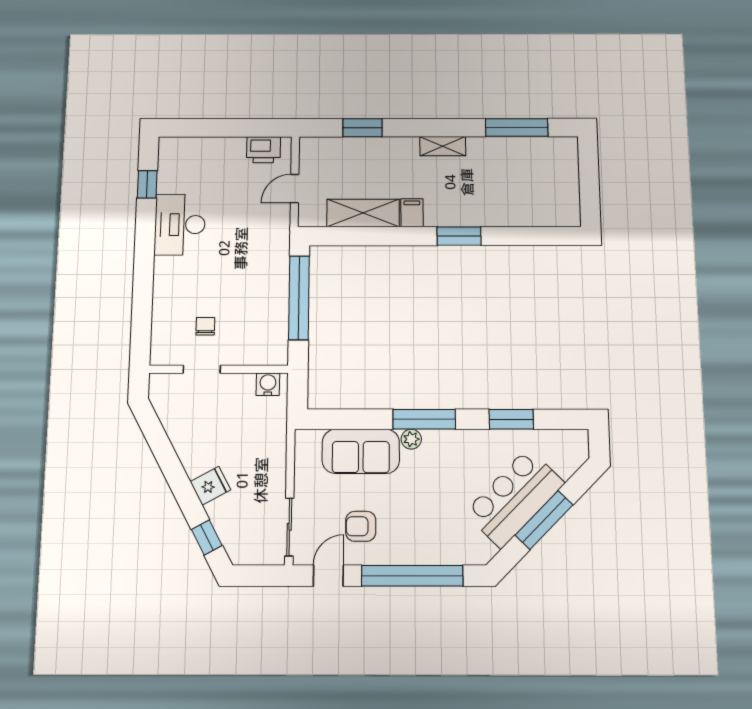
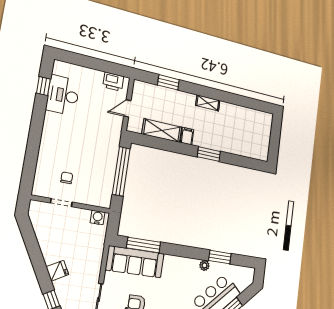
window: (517, 128) -> (245, 102), removed
desk: (180, 225) -> (63, 95), moved
window: (424, 419) -> (144, 245), moved
plant: (411, 439) -> (204, 265), moved
sofa: (361, 451) -> (135, 262), width x1.36

